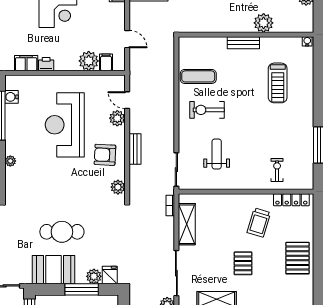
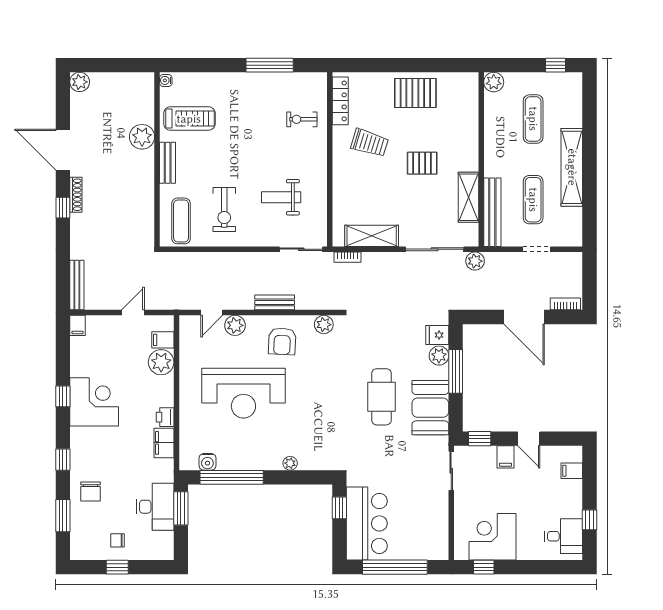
plant: (264, 23) -> (142, 137), moved
wall: (246, 35) -> (157, 159), moved
water cooler: (307, 41) -> (166, 80), moved
bench: (243, 43) -> (168, 163), moved

